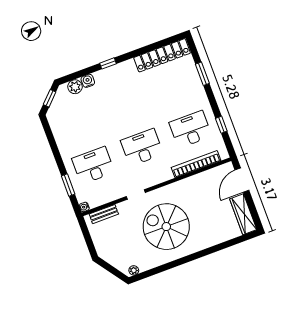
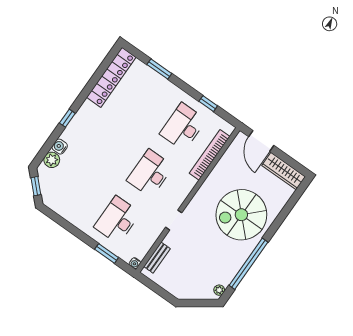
spiral stairs: (166, 227) -> (241, 215), moved
window: (169, 266) -> (249, 264), added

